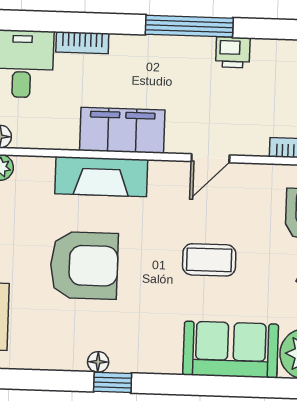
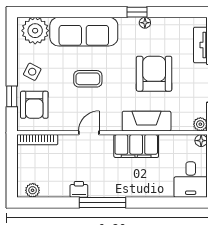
bookcase: (82, 43) -> (159, 192), removed
armchair: (84, 265) -> (154, 74), turned 90
sofa: (231, 350) -> (84, 32), width x1.36

